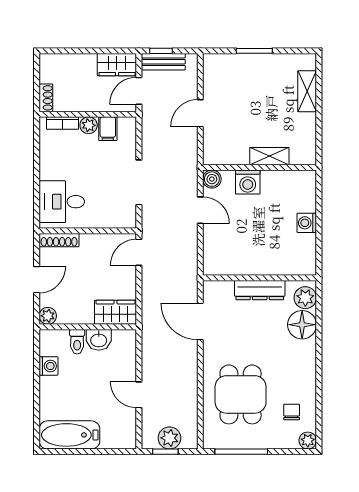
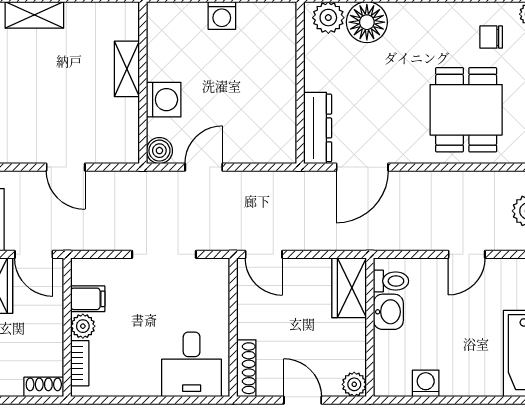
dresser: (260, 290) -> (318, 128), moved
toilet: (77, 342) -> (391, 281), moved
dining table: (241, 394) -> (466, 110), turned 90

